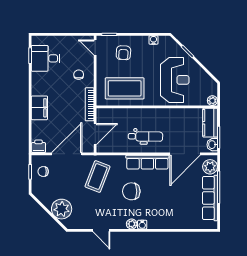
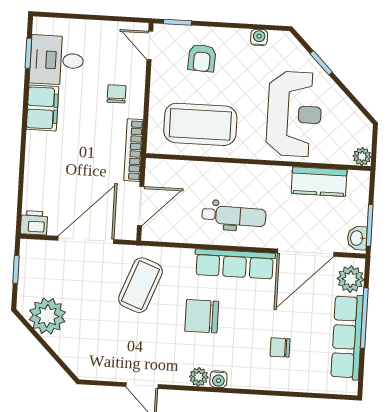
filing cabinet: (39, 108) -> (43, 108), moved
kitchen counter: (210, 123) -> (319, 182), moved, turned -90
chair: (43, 171) -> (280, 347), moved
plant: (62, 209) -> (47, 316), moved

